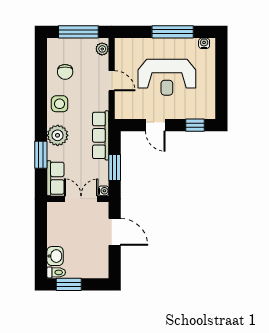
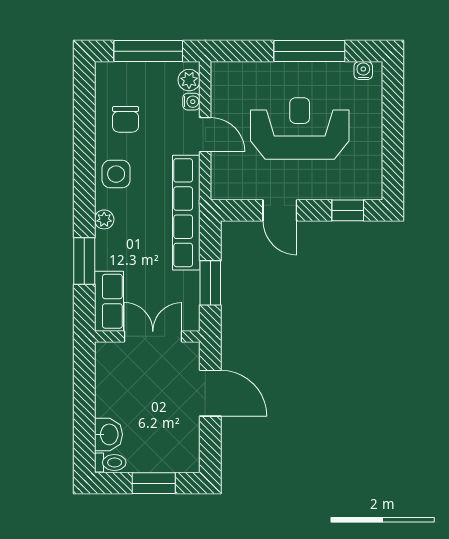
reception desk: (167, 77) -> (300, 129), turned 180
plant: (58, 135) -> (104, 219), width x0.53, depth x0.53
row of seats: (101, 135) -> (186, 213), width x1.36
water cooler: (104, 191) -> (191, 102), moved
window: (69, 284) -> (154, 483), moved

